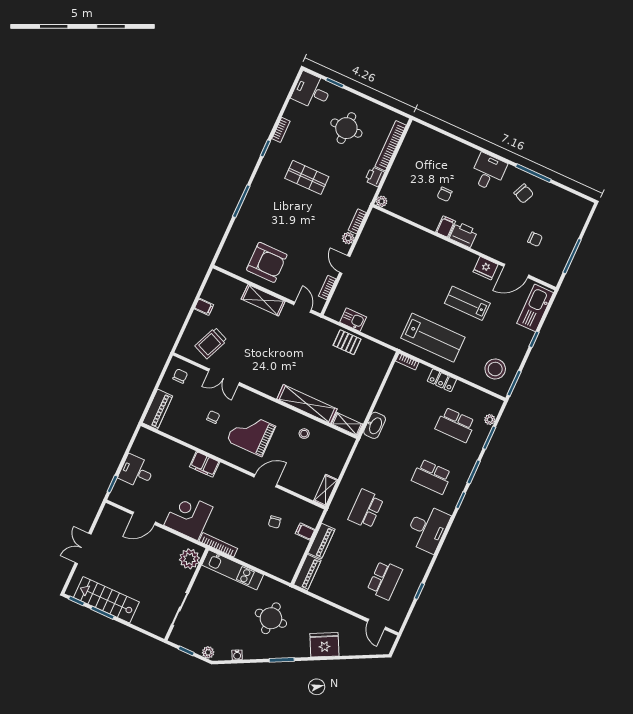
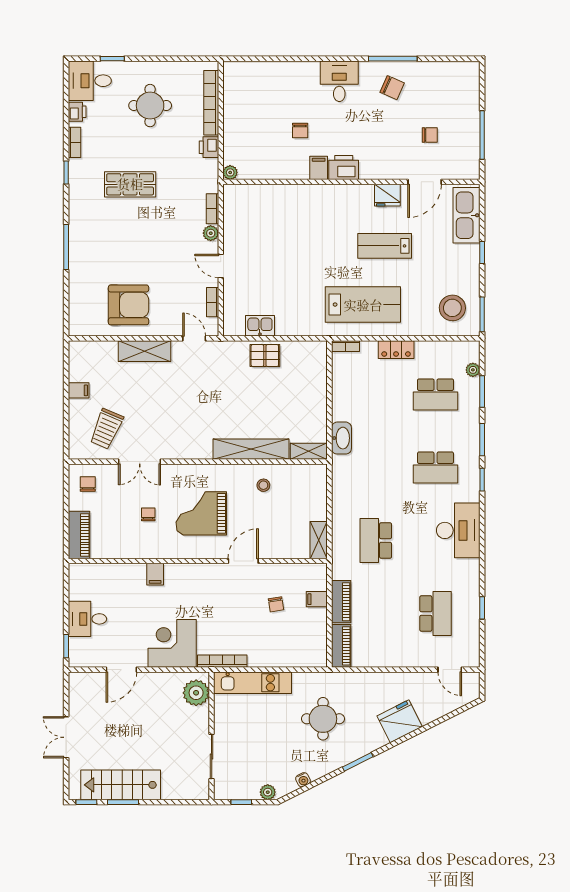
printer: (293, 109) -> (77, 112), added
filing cabinet: (205, 464) -> (155, 574), width x0.50

